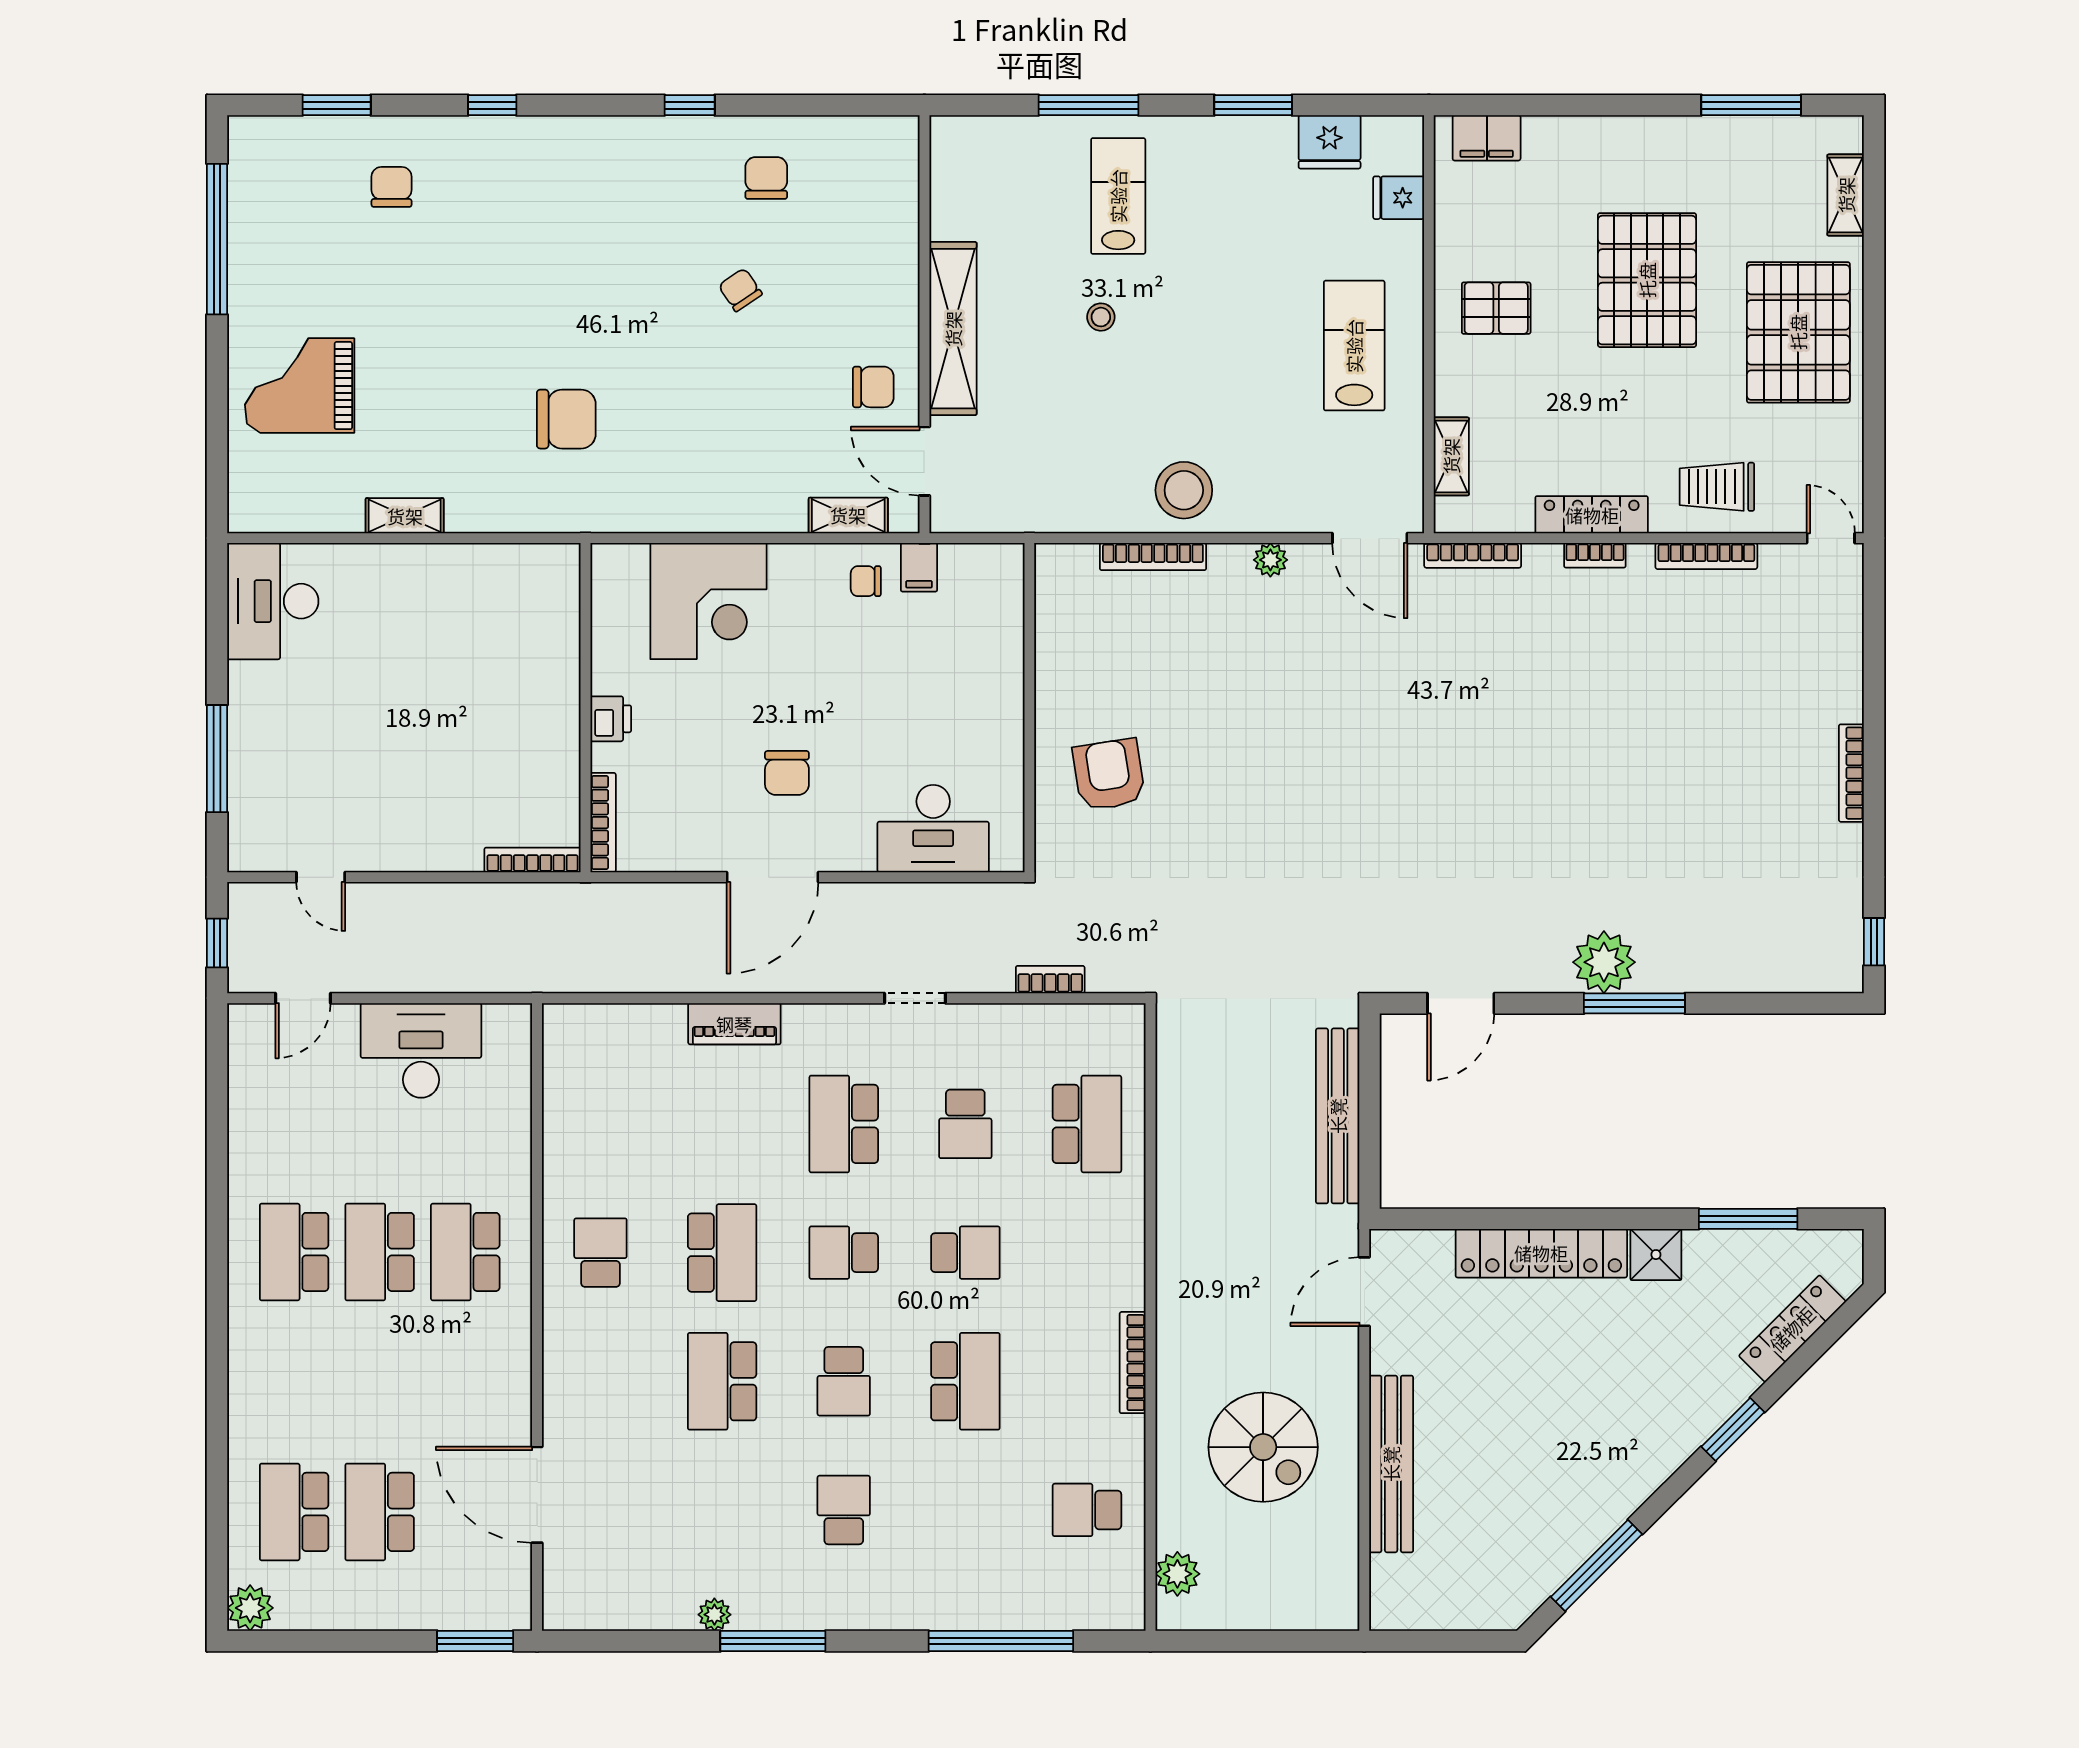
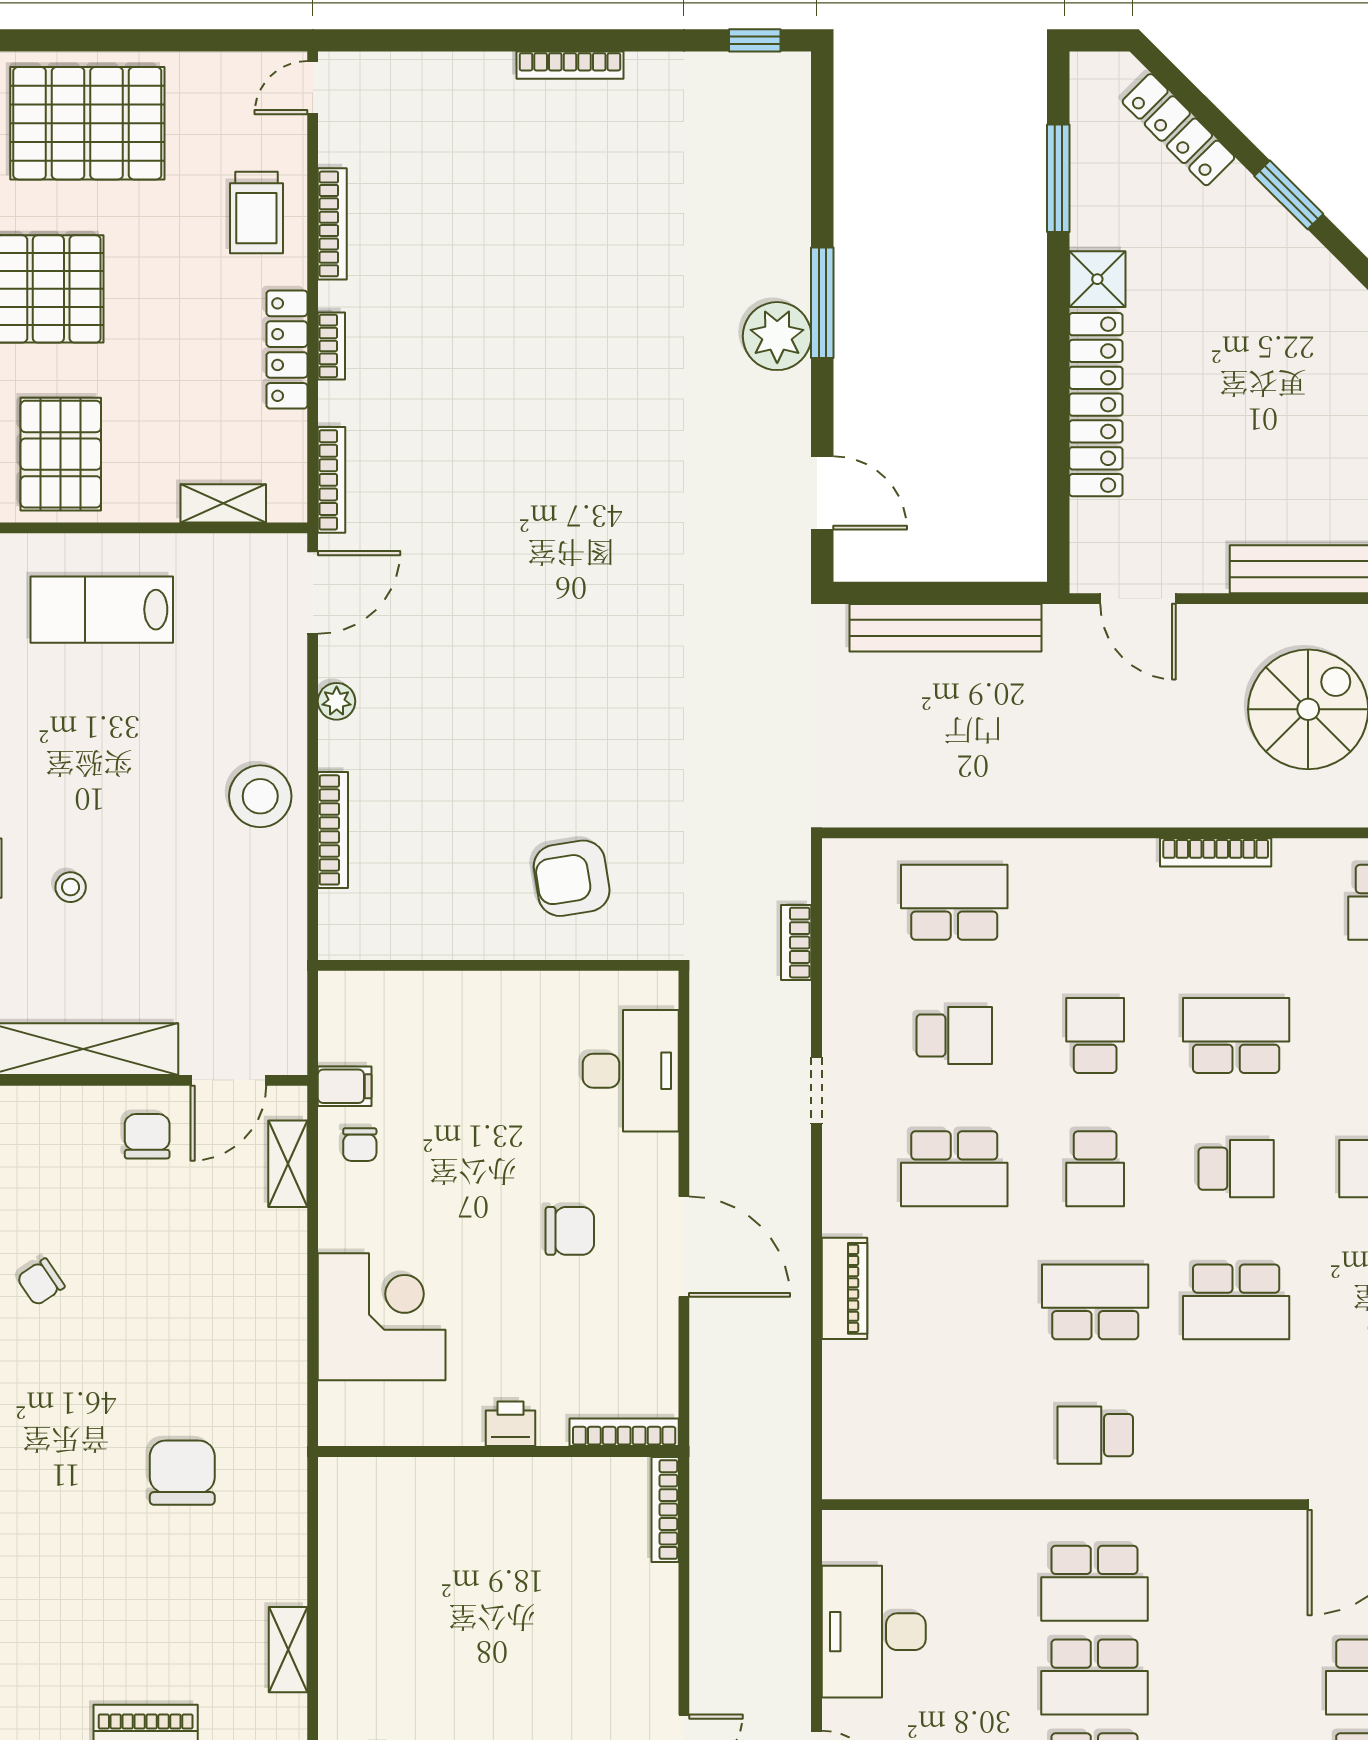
pallet: (1496, 308) -> (61, 454), width x1.50, depth x1.42

